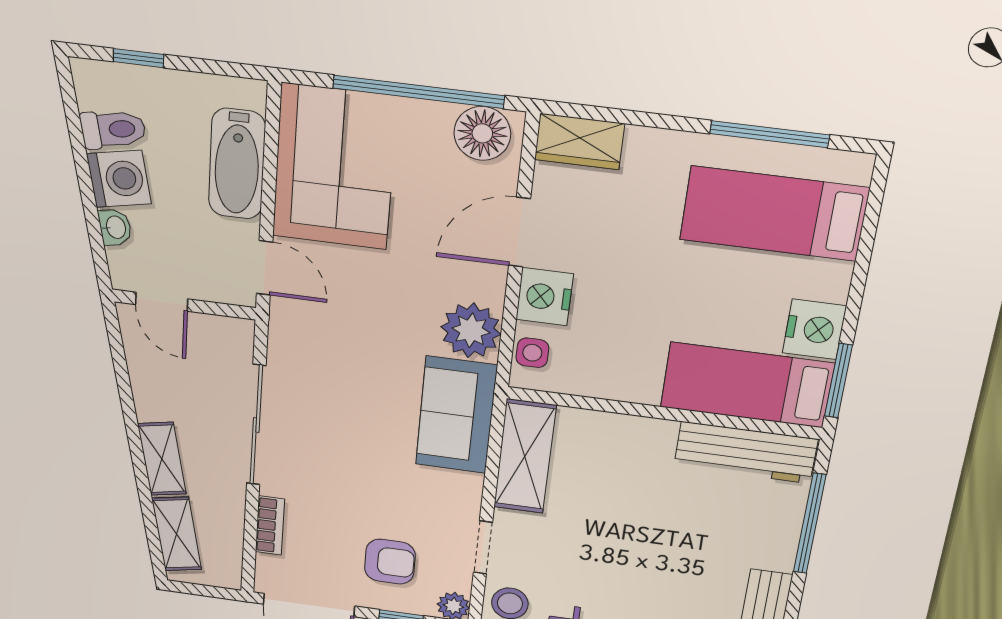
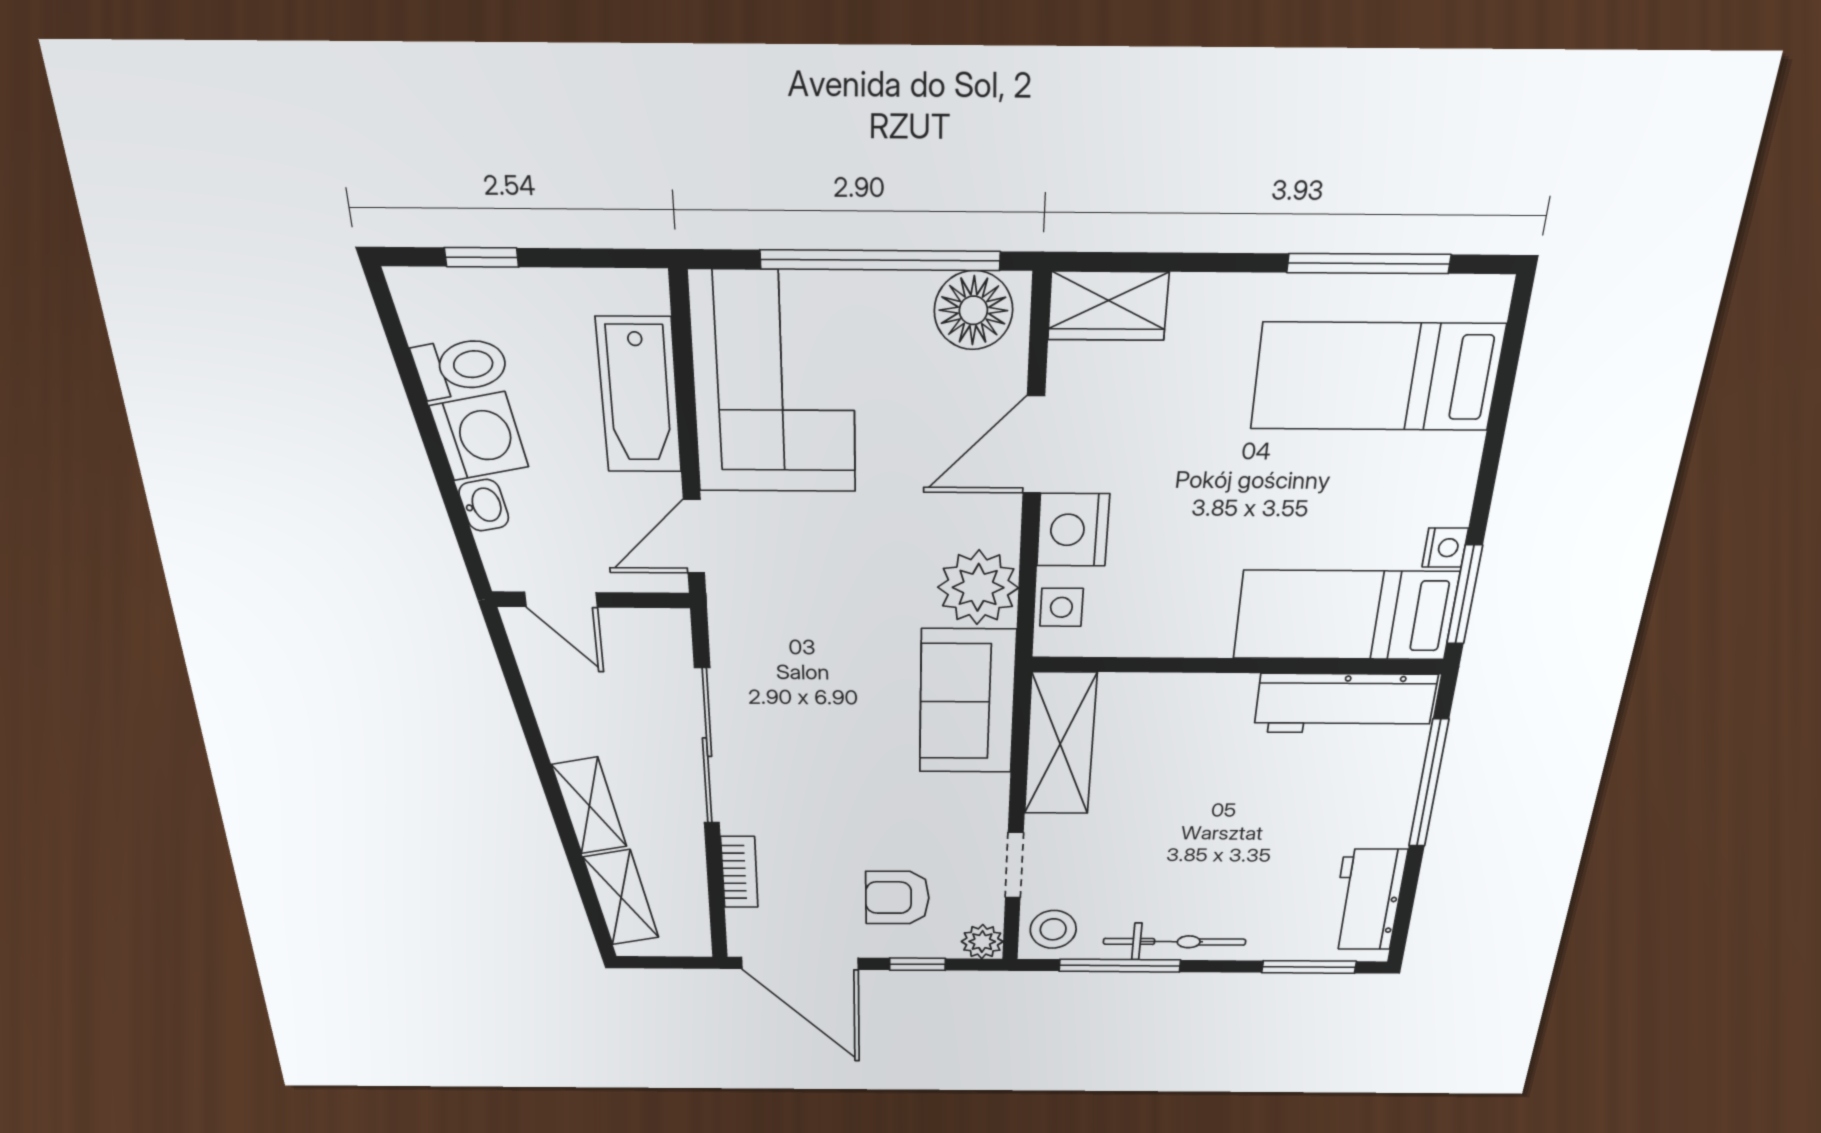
door: (265, 268) -> (694, 537), swing flipped
nightstand: (814, 329) -> (1445, 548), width x0.53, depth x0.56
armchair: (390, 562) -> (897, 898), turned 180

